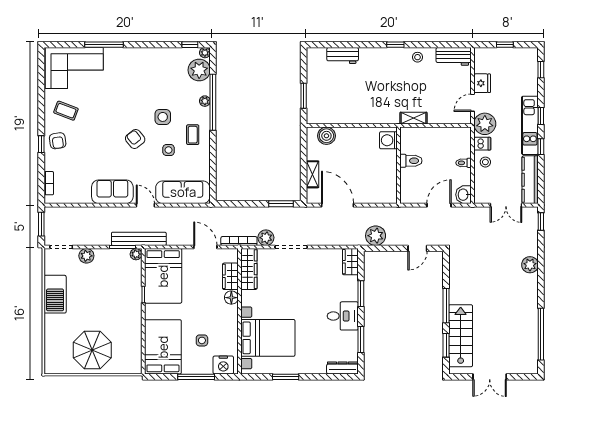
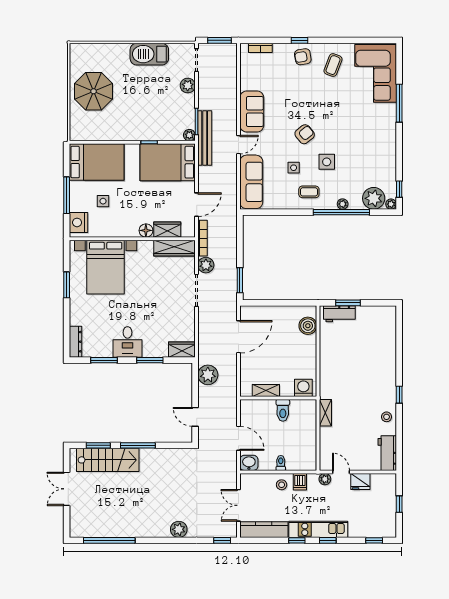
workbench: (343, 55) -> (339, 314), moved, turned -90
plant: (485, 124) -> (325, 479), width x0.53, depth x0.53
shelving: (313, 174) -> (266, 390), moved

